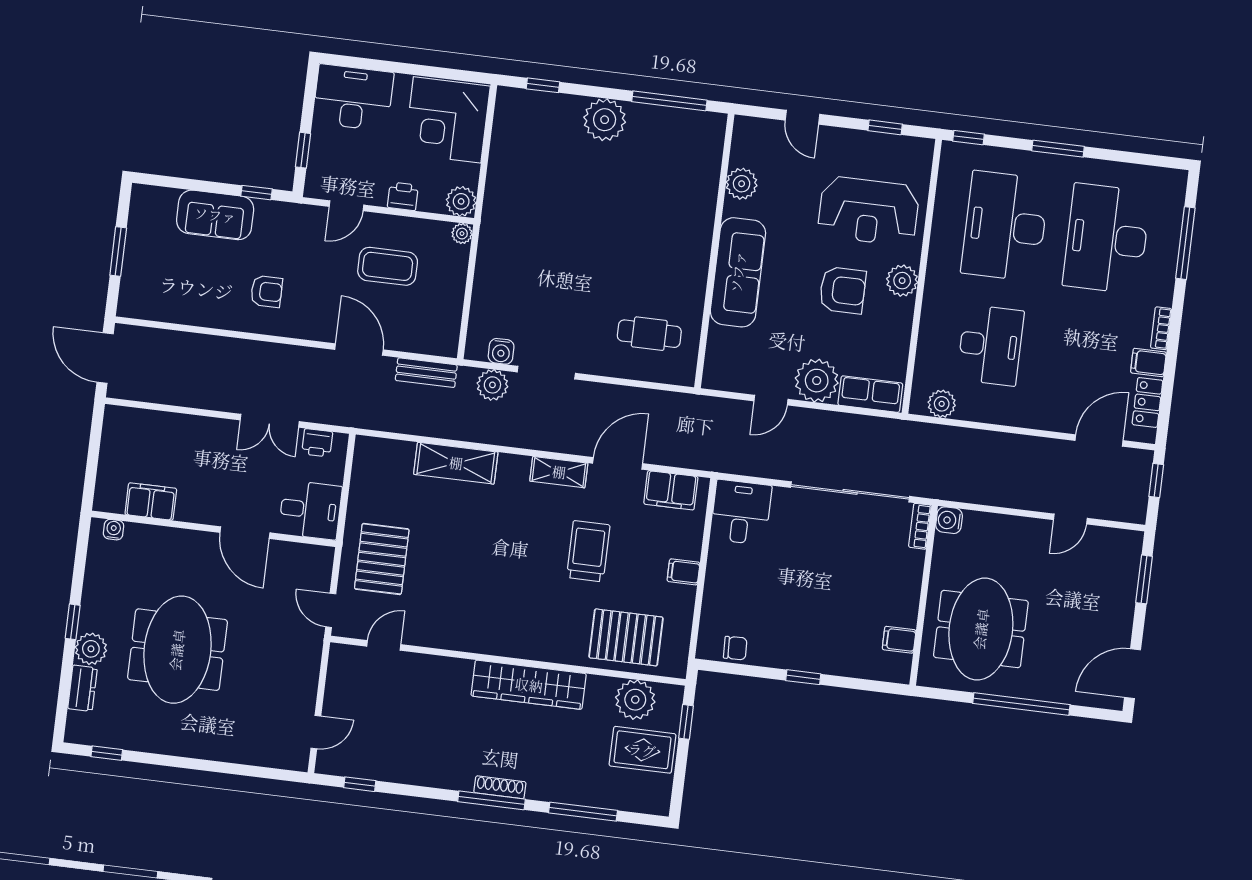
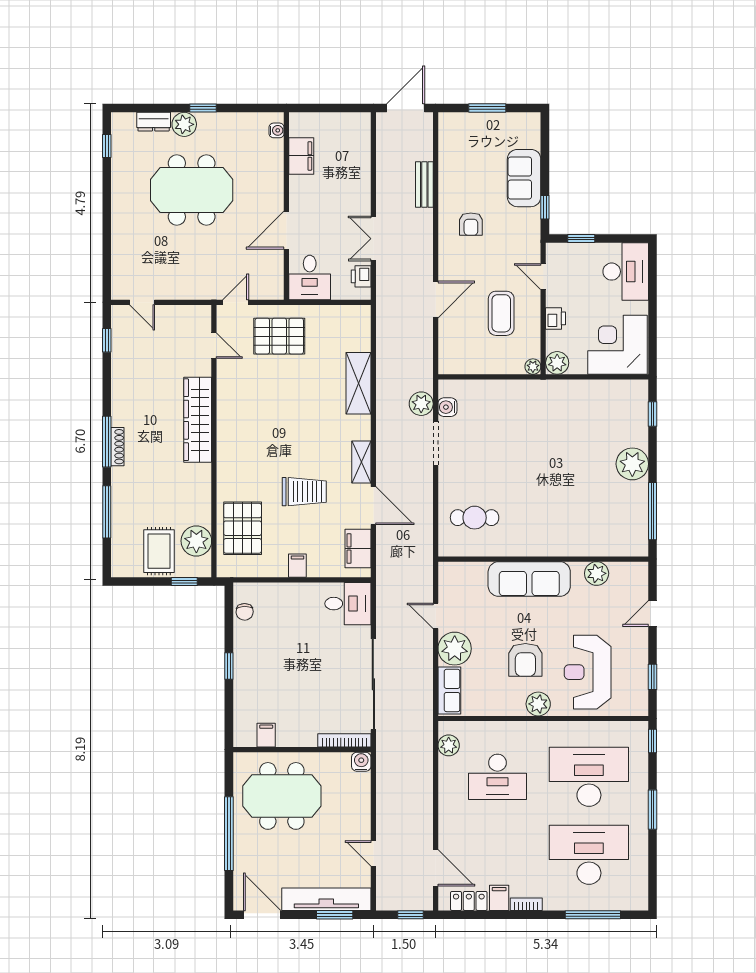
cafe table: (649, 334) -> (475, 518), turned 90
bench: (426, 373) -> (424, 184), moved
bookcase: (920, 526) -> (344, 740), width x1.56
tv unit: (1122, 588) -> (326, 899), added
wardrobe: (529, 685) -> (198, 420), moved

